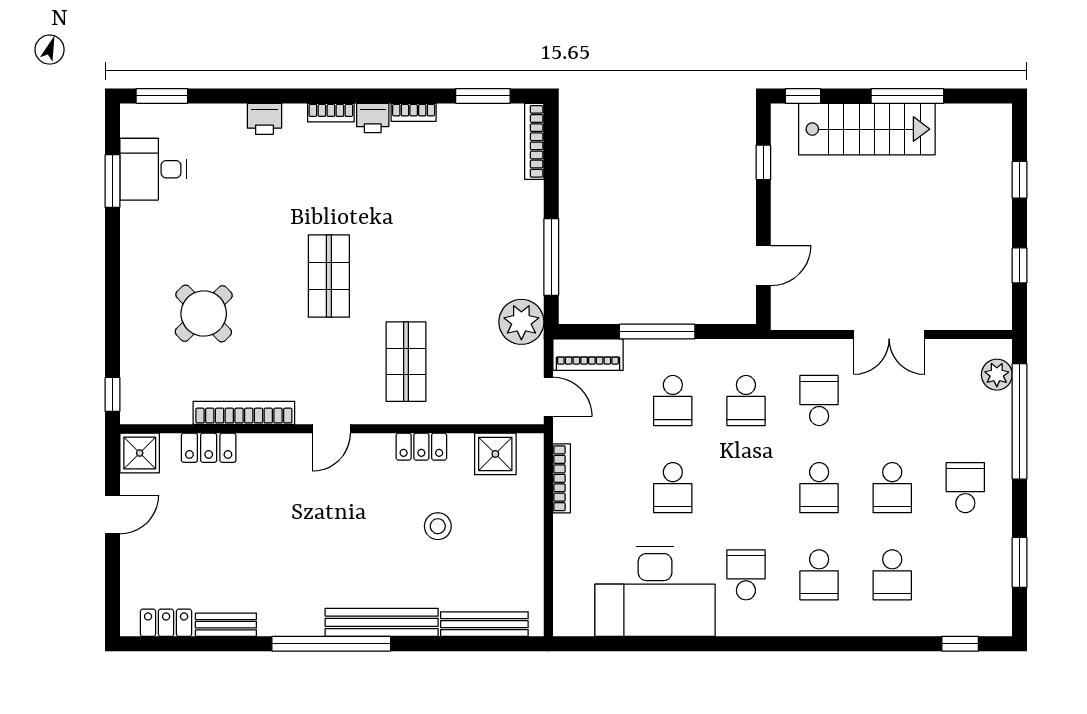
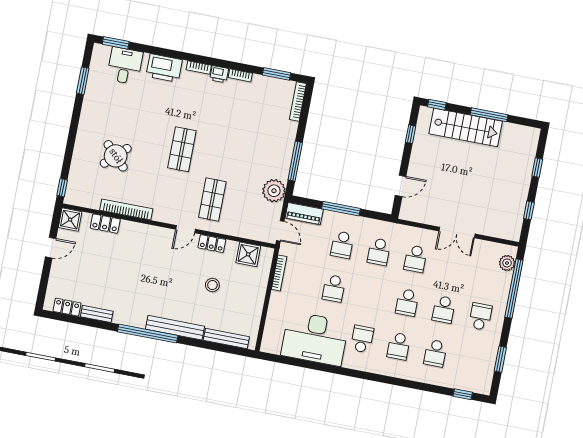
printer: (264, 119) -> (164, 68), width x1.87, depth x1.48
desk: (153, 169) -> (125, 66), moved, turned 90
school desk: (819, 401) -> (415, 259), turned 180
door: (331, 429) -> (185, 229), moved

